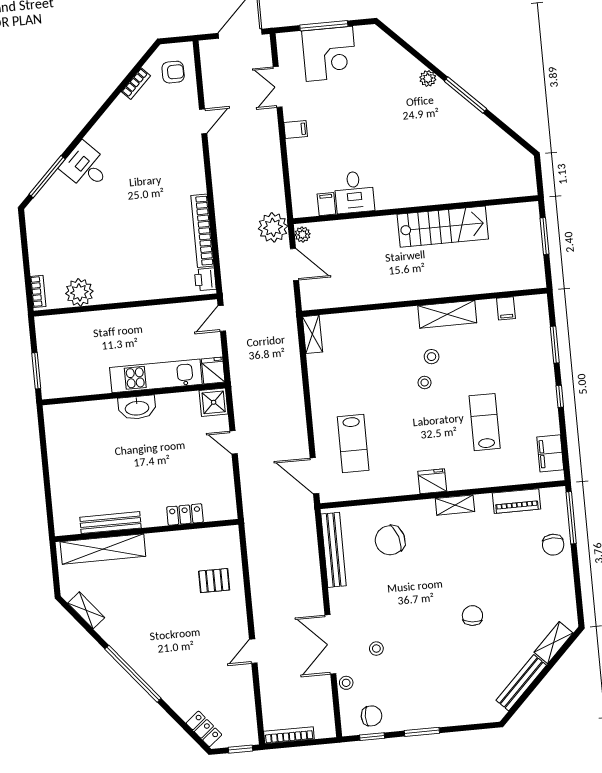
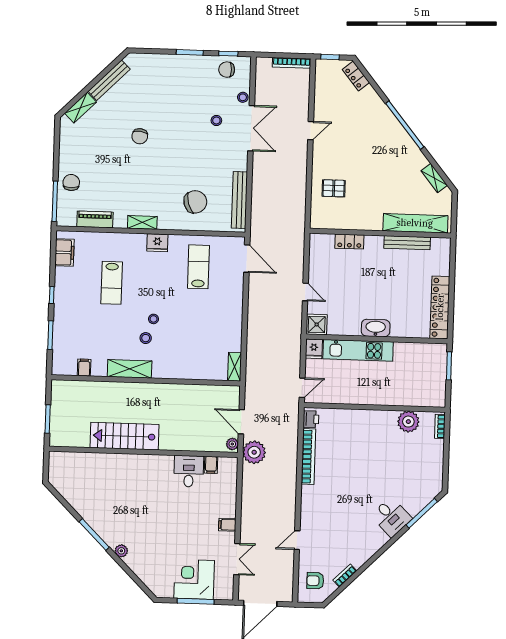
lab bench: (353, 444) -> (198, 267), moved
locker: (58, 445) -> (440, 307), added

